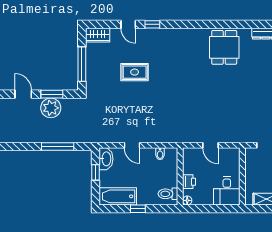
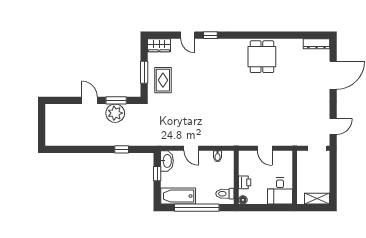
dining table: (224, 47) -> (262, 57), moved
window: (82, 64) -> (144, 72), width x0.69
rug: (135, 72) -> (163, 80), moved, turned 90
window: (58, 146) -> (122, 149), width x0.46
window: (138, 209) -> (197, 208), width x3.17

